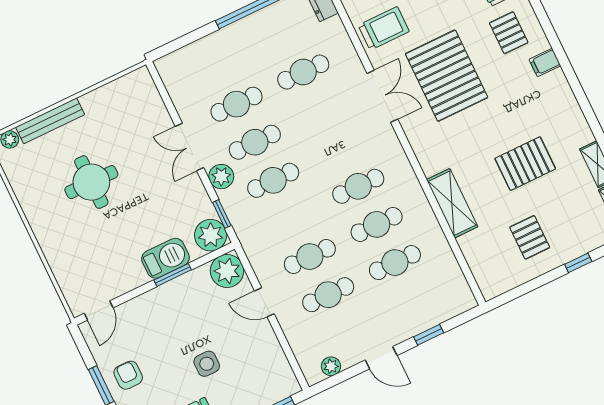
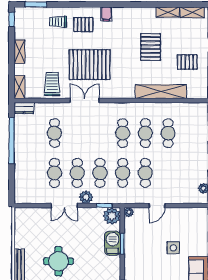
shelving: (452, 203) -> (161, 92), width x1.47
plant: (227, 271) -> (129, 212), width x0.53, depth x0.53
cafe table: (328, 295) -> (123, 173), moved

